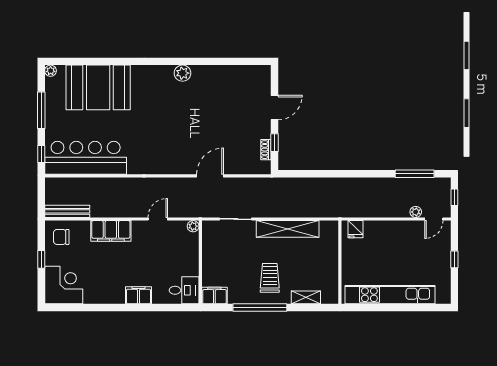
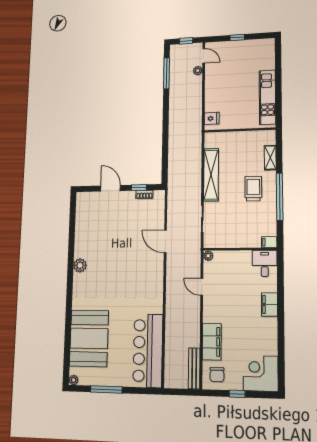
window: (41, 154) -> (144, 391), removed
filing cabinet: (111, 231) -> (212, 342), moved
trolley: (270, 278) -> (253, 189), turned 90
filing cabinet: (214, 295) -> (269, 242), width x0.50
kitchen unit: (390, 295) -> (267, 97), width x0.73

